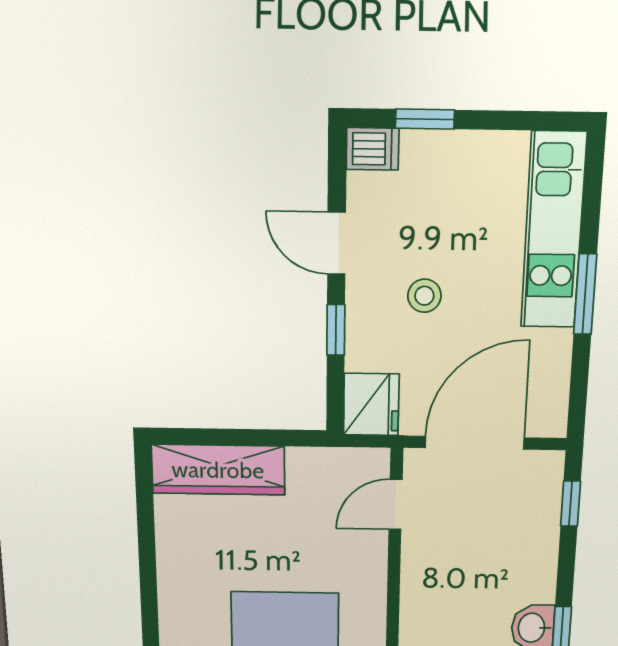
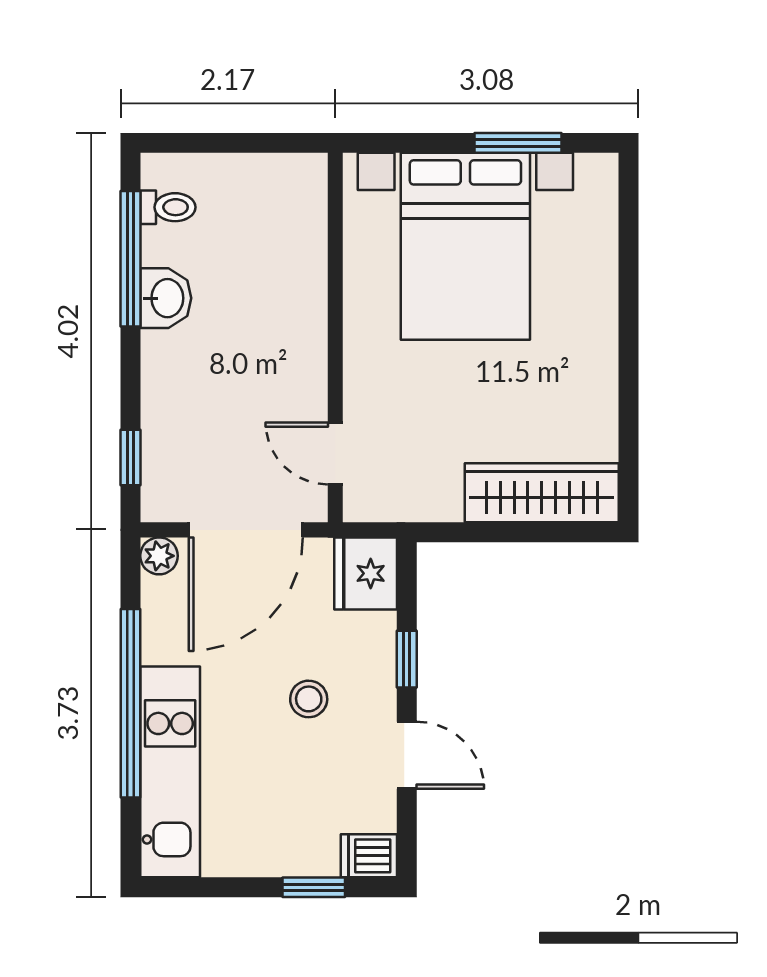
window: (585, 294) -> (131, 703), width x2.11
plant: (551, 422) -> (159, 556), added
door: (396, 504) -> (335, 453), swing flipped

